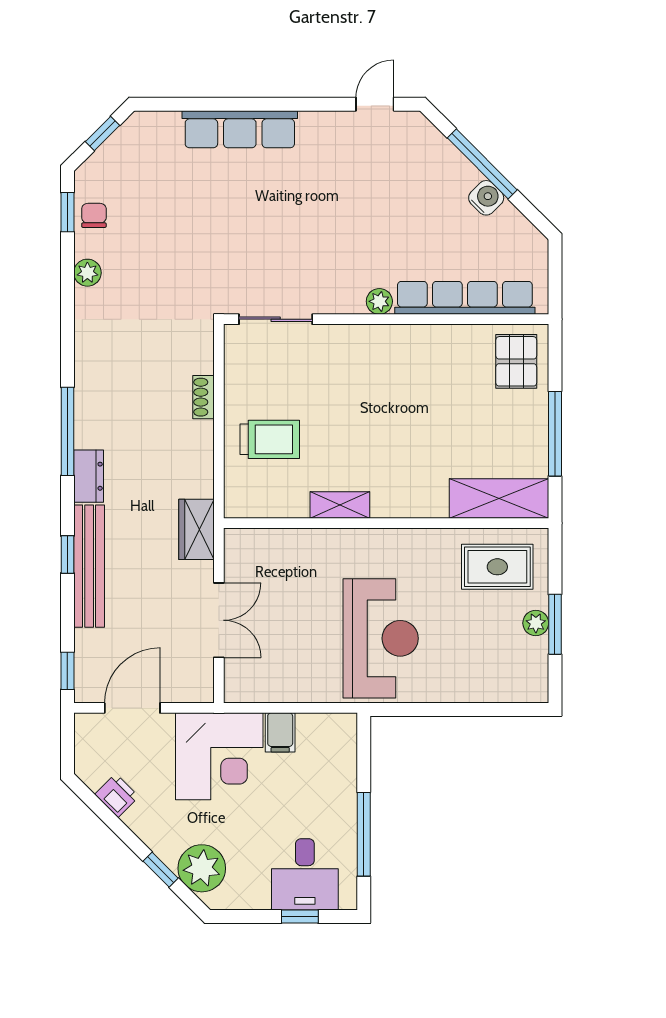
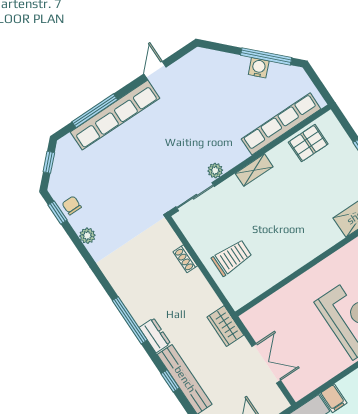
window: (215, 104) -> (95, 111), added
door: (375, 104) -> (155, 70), moved
row of seats: (240, 129) -> (115, 115), width x1.36
window: (482, 164) -> (266, 56), moved
plant: (379, 301) -> (215, 171), moved
pallet: (516, 361) -> (308, 143), moved, turned 90
shelving: (340, 505) -> (254, 170), moved

